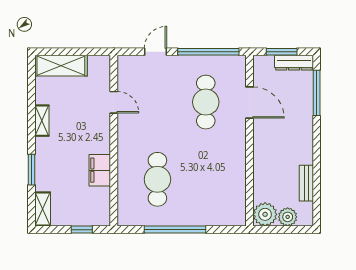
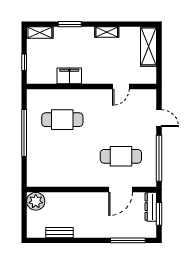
dresser: (294, 63) -> (151, 207), moved
plant: (288, 217) -> (34, 218), removed

